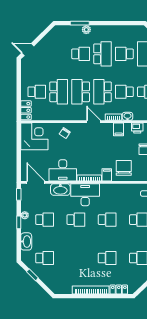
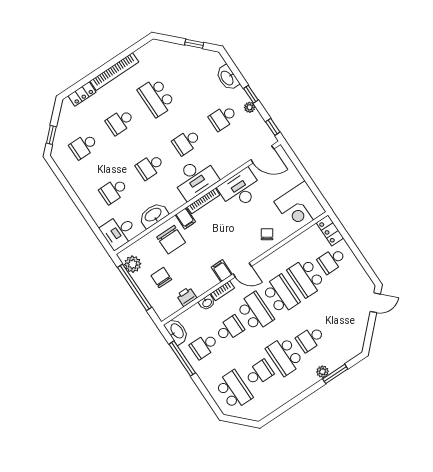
filing cabinet: (119, 129) -> (222, 271), moved
washbasin: (60, 189) -> (153, 215), moved
school desk: (45, 258) -> (157, 97), moved, width x1.85

